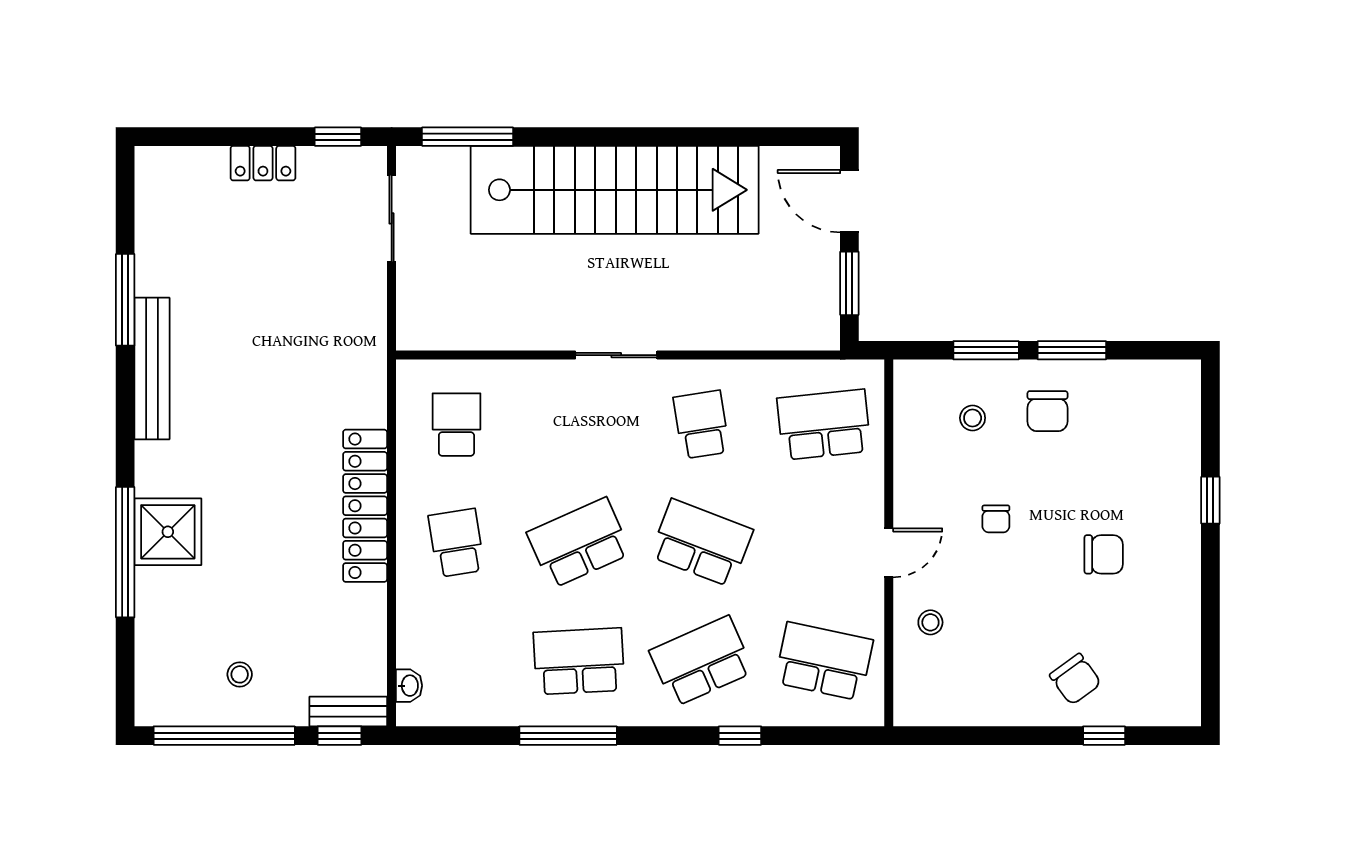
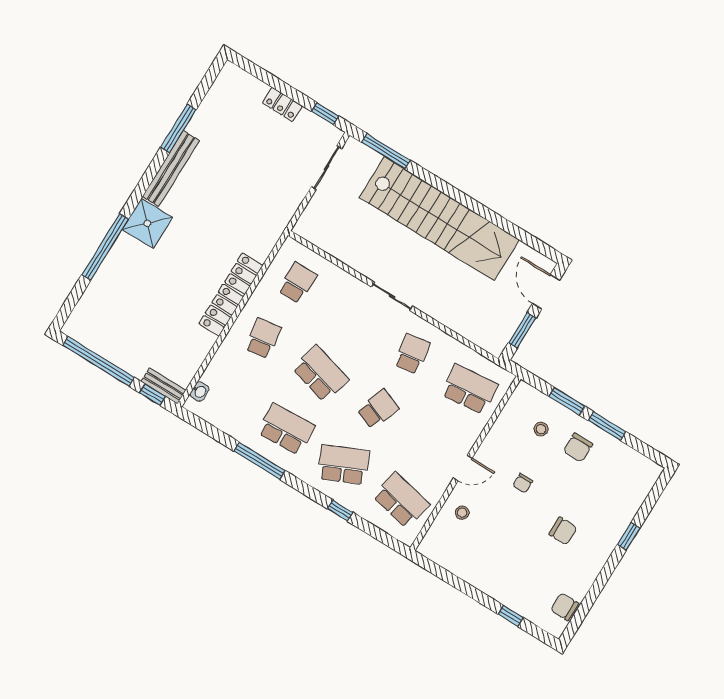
shower: (168, 532) -> (147, 223), moved
school desk: (579, 543) -> (320, 374), turned 39
school desk: (701, 543) -> (378, 409), width x0.54
stool: (240, 674) -> (123, 337), removed
chair: (1075, 679) -> (565, 607), moved, turned 126

